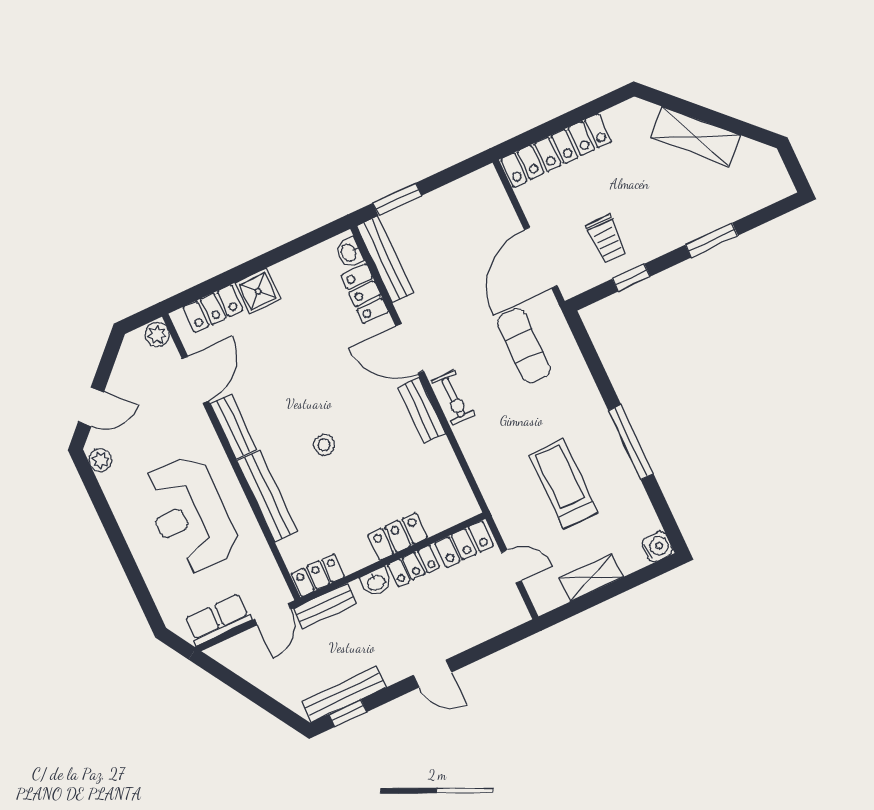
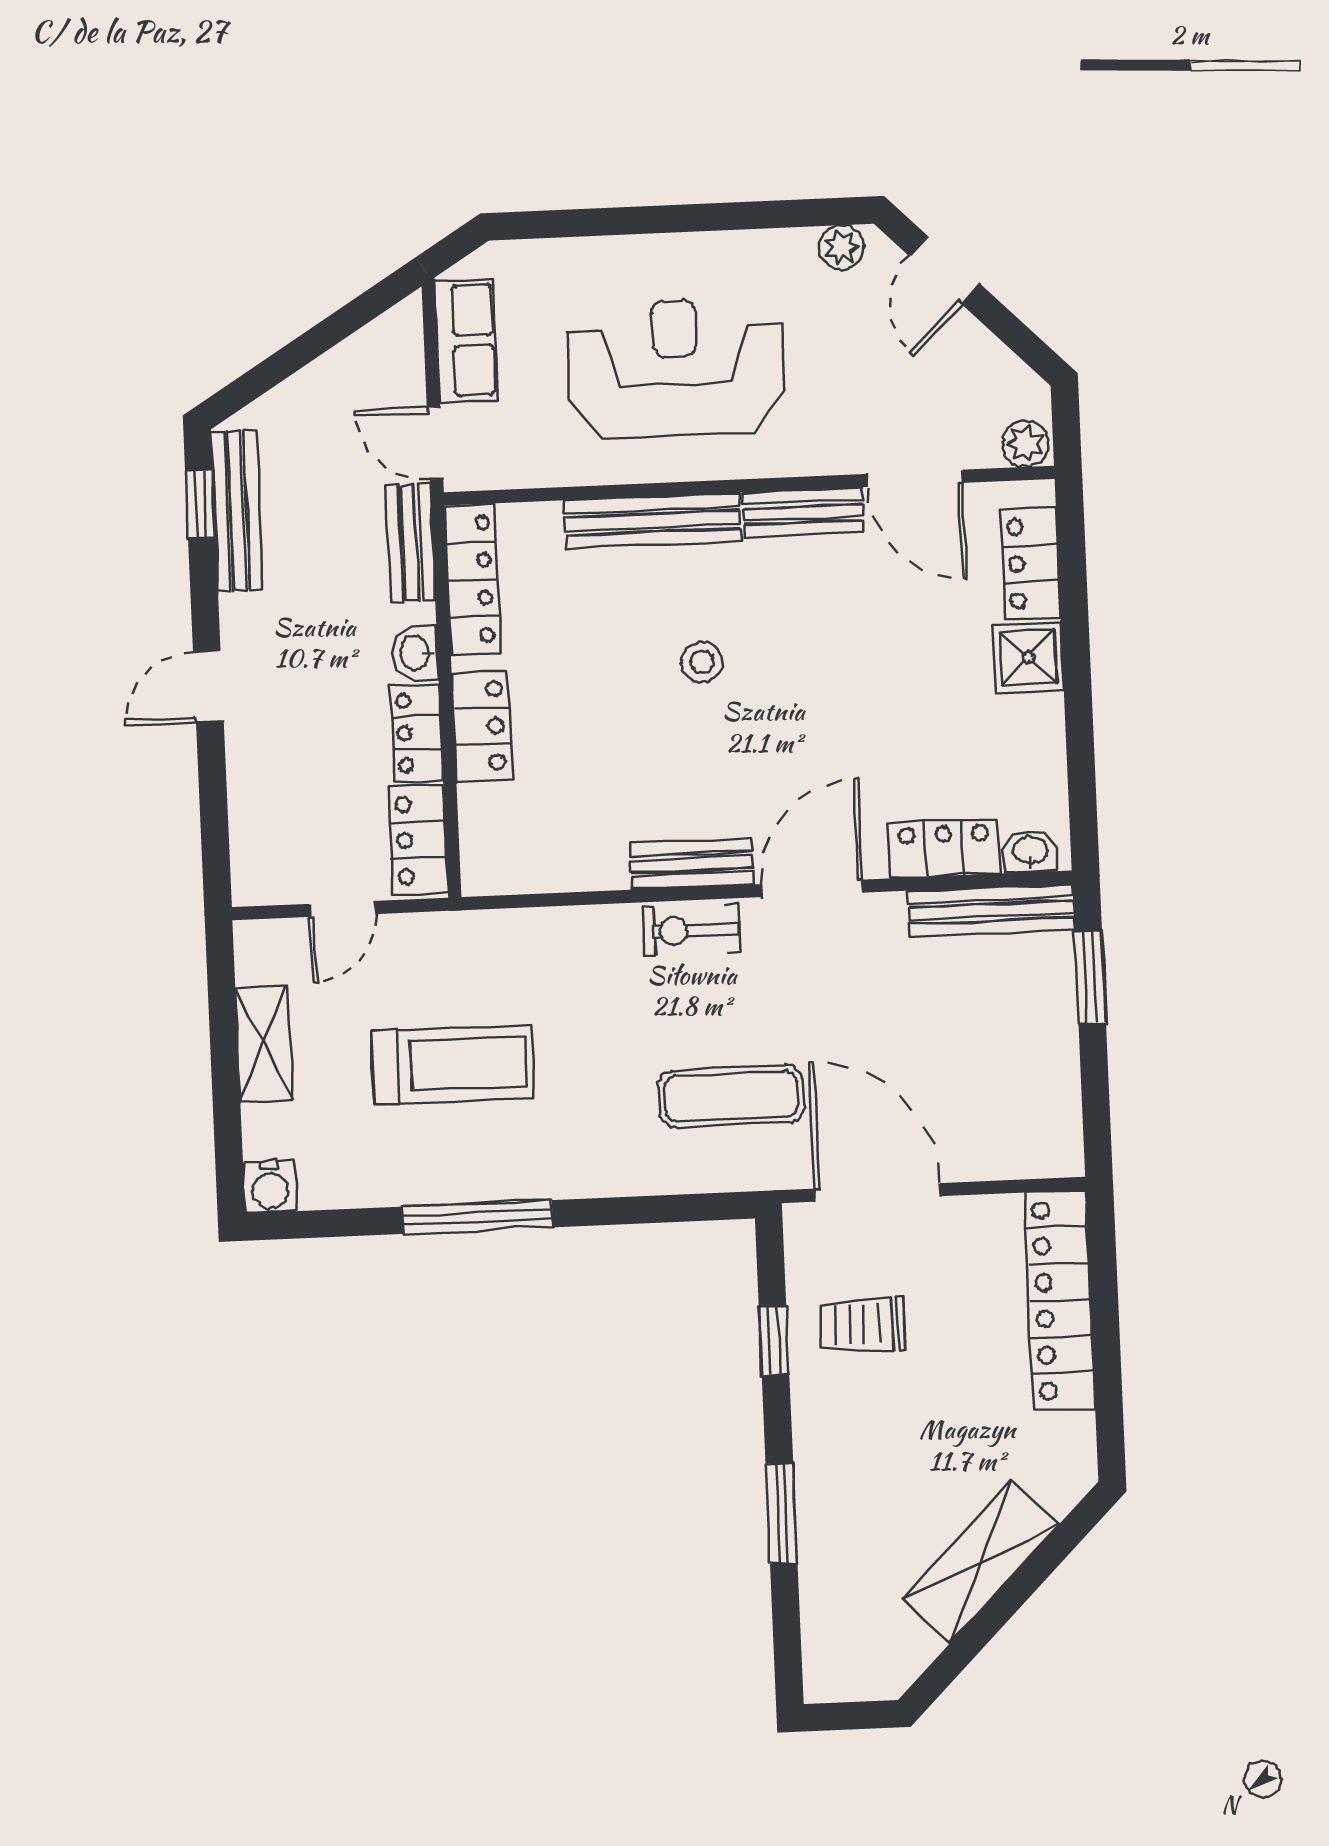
locker: (318, 575) -> (472, 579), width x1.53

